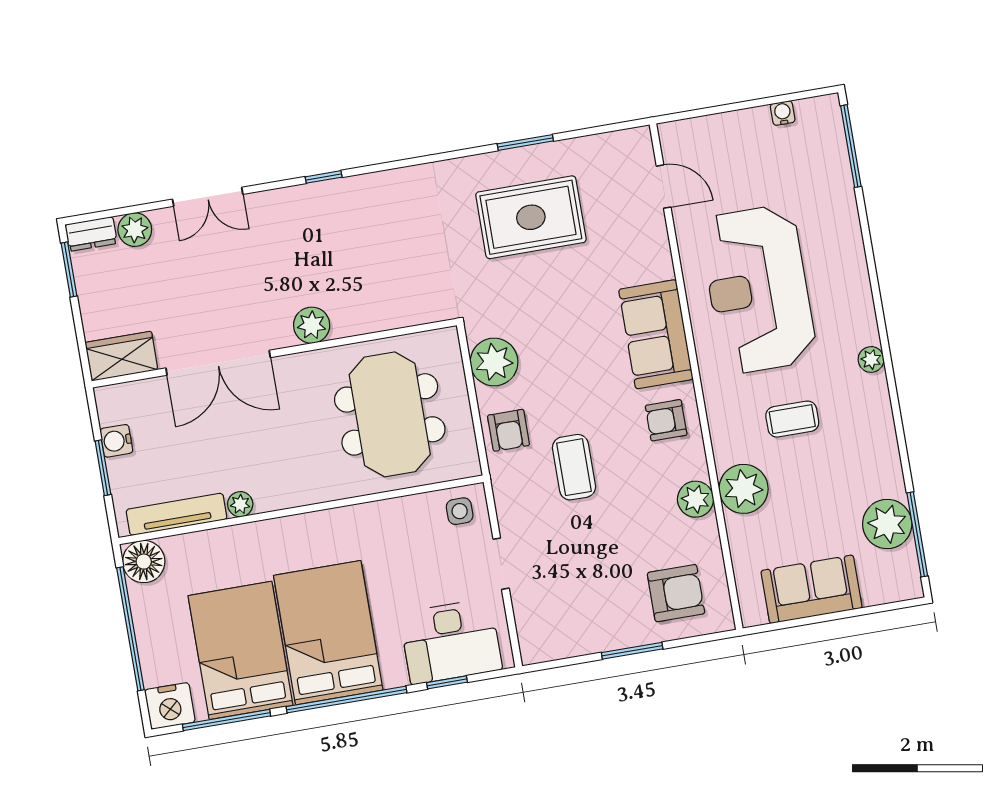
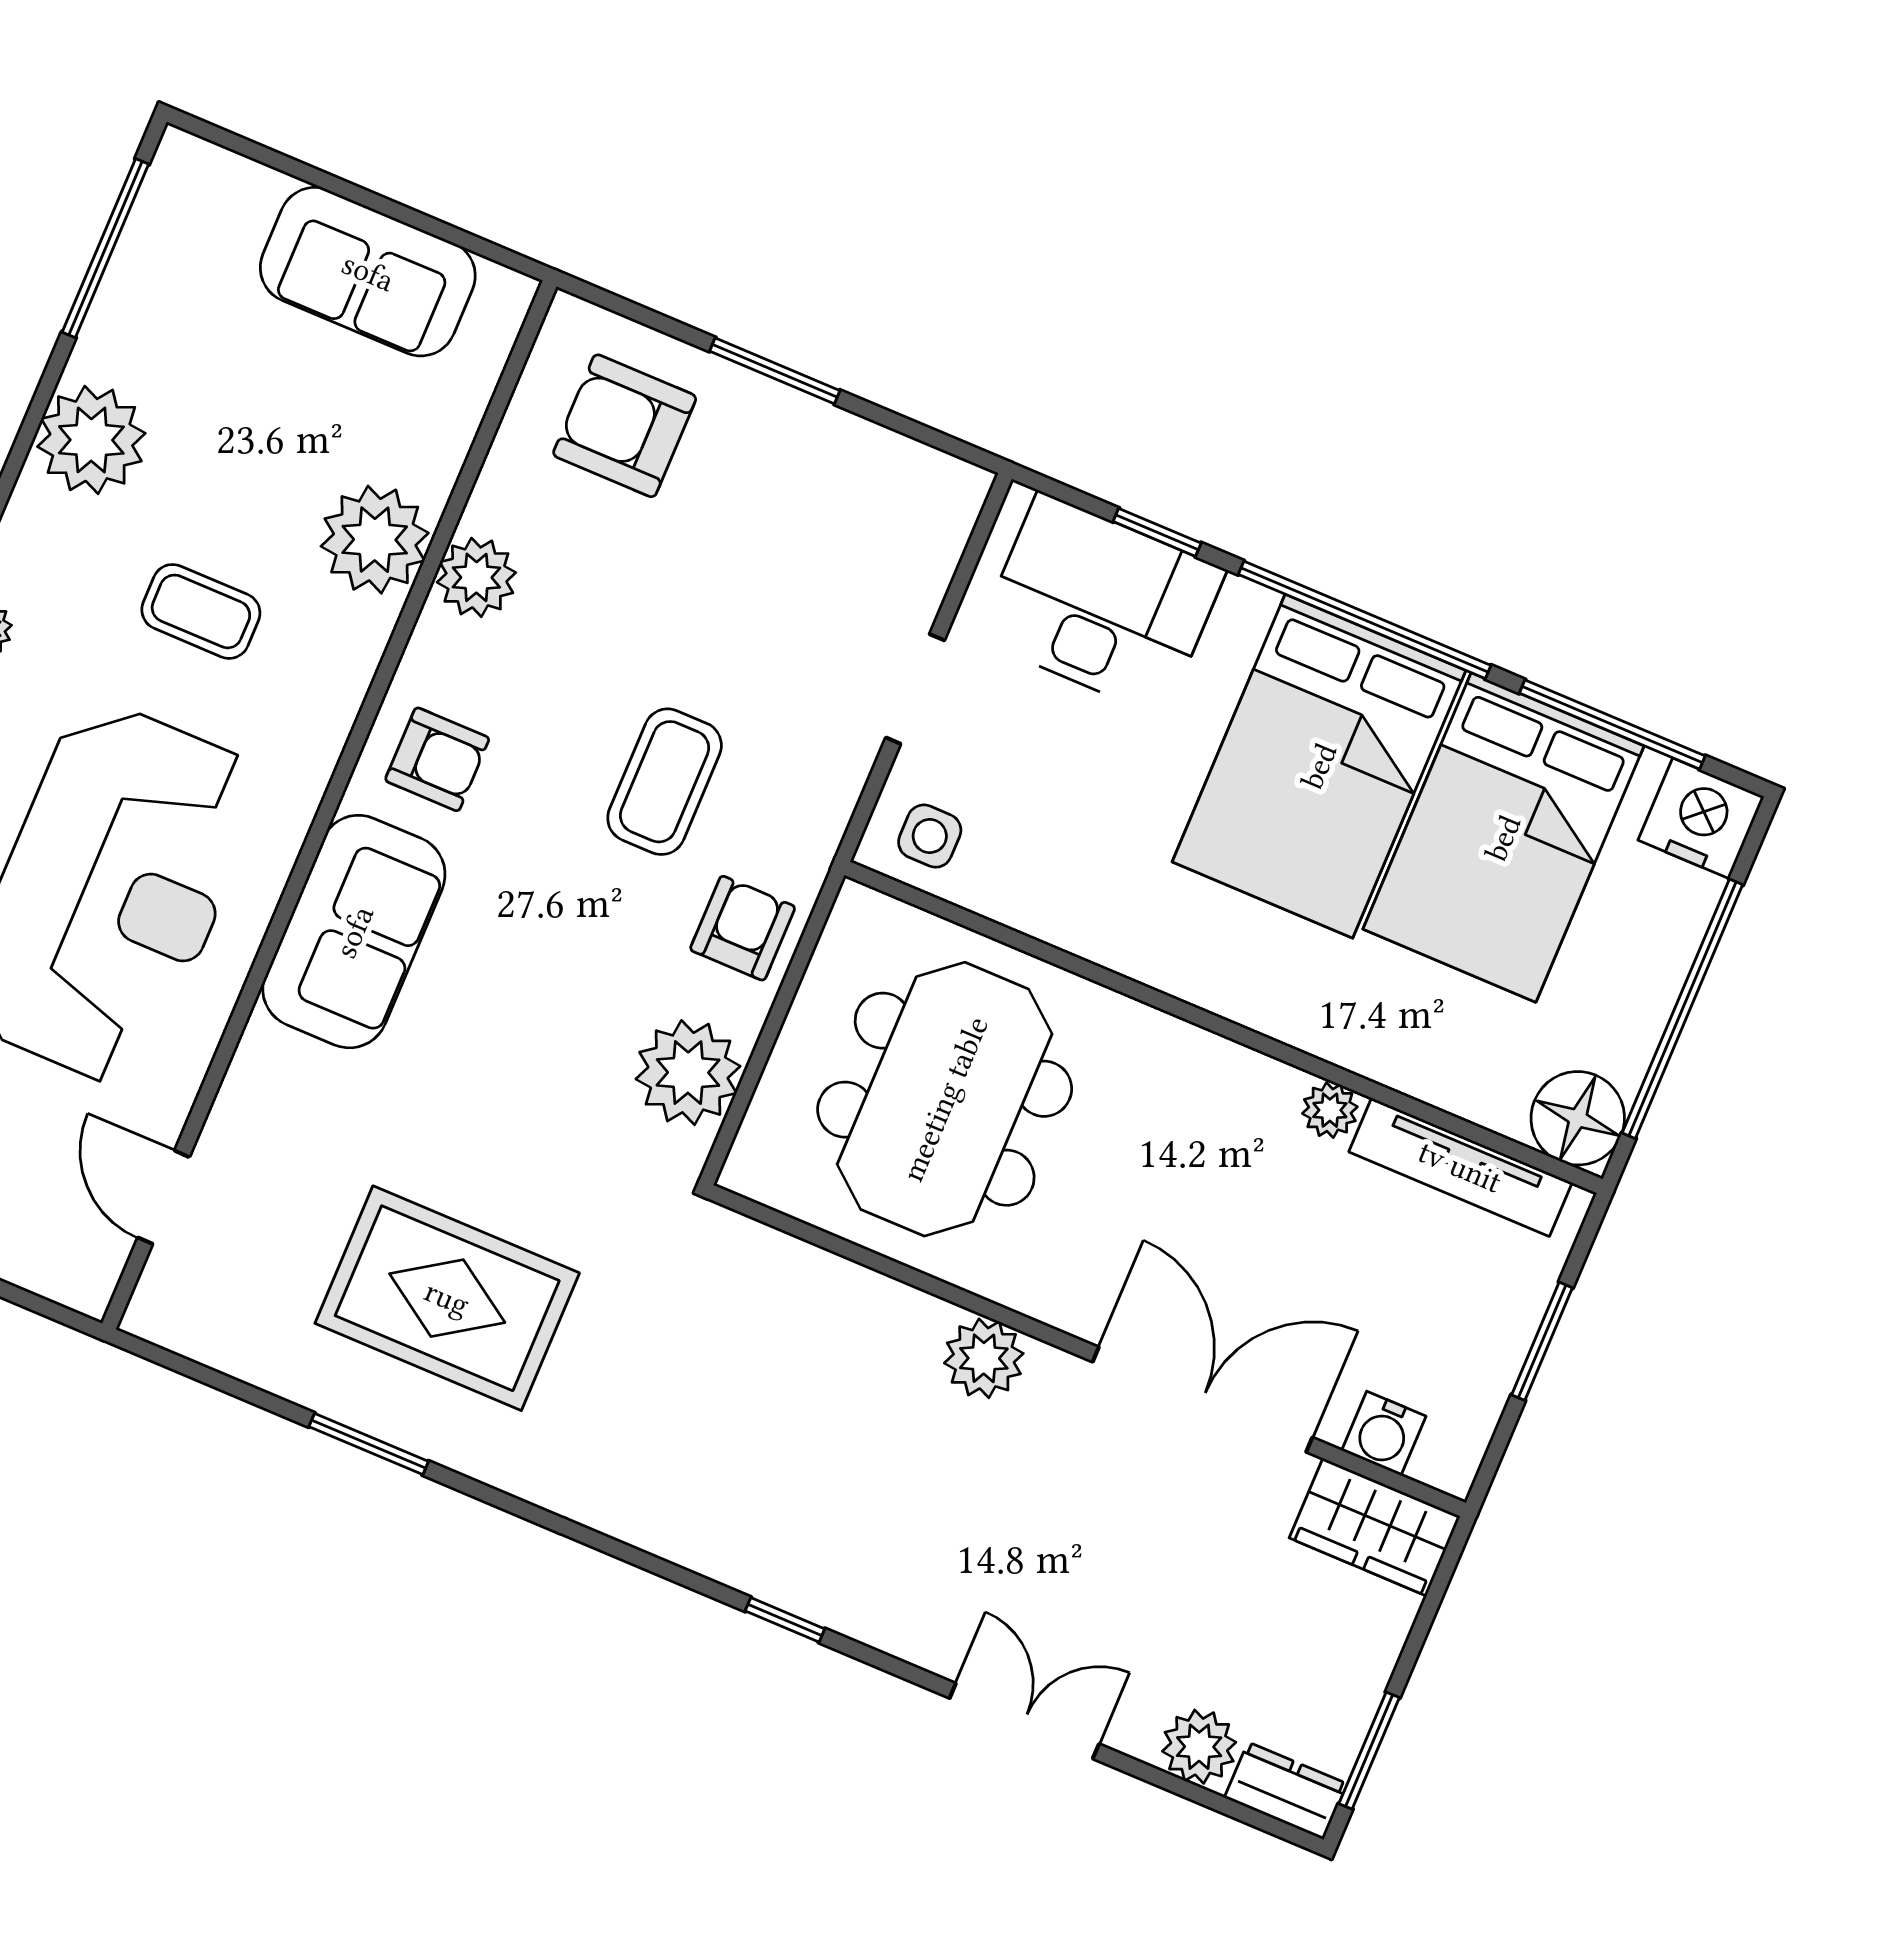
water cooler: (116, 441) -> (1384, 1433), moved, turned 90
plant: (887, 524) -> (91, 440), moved

